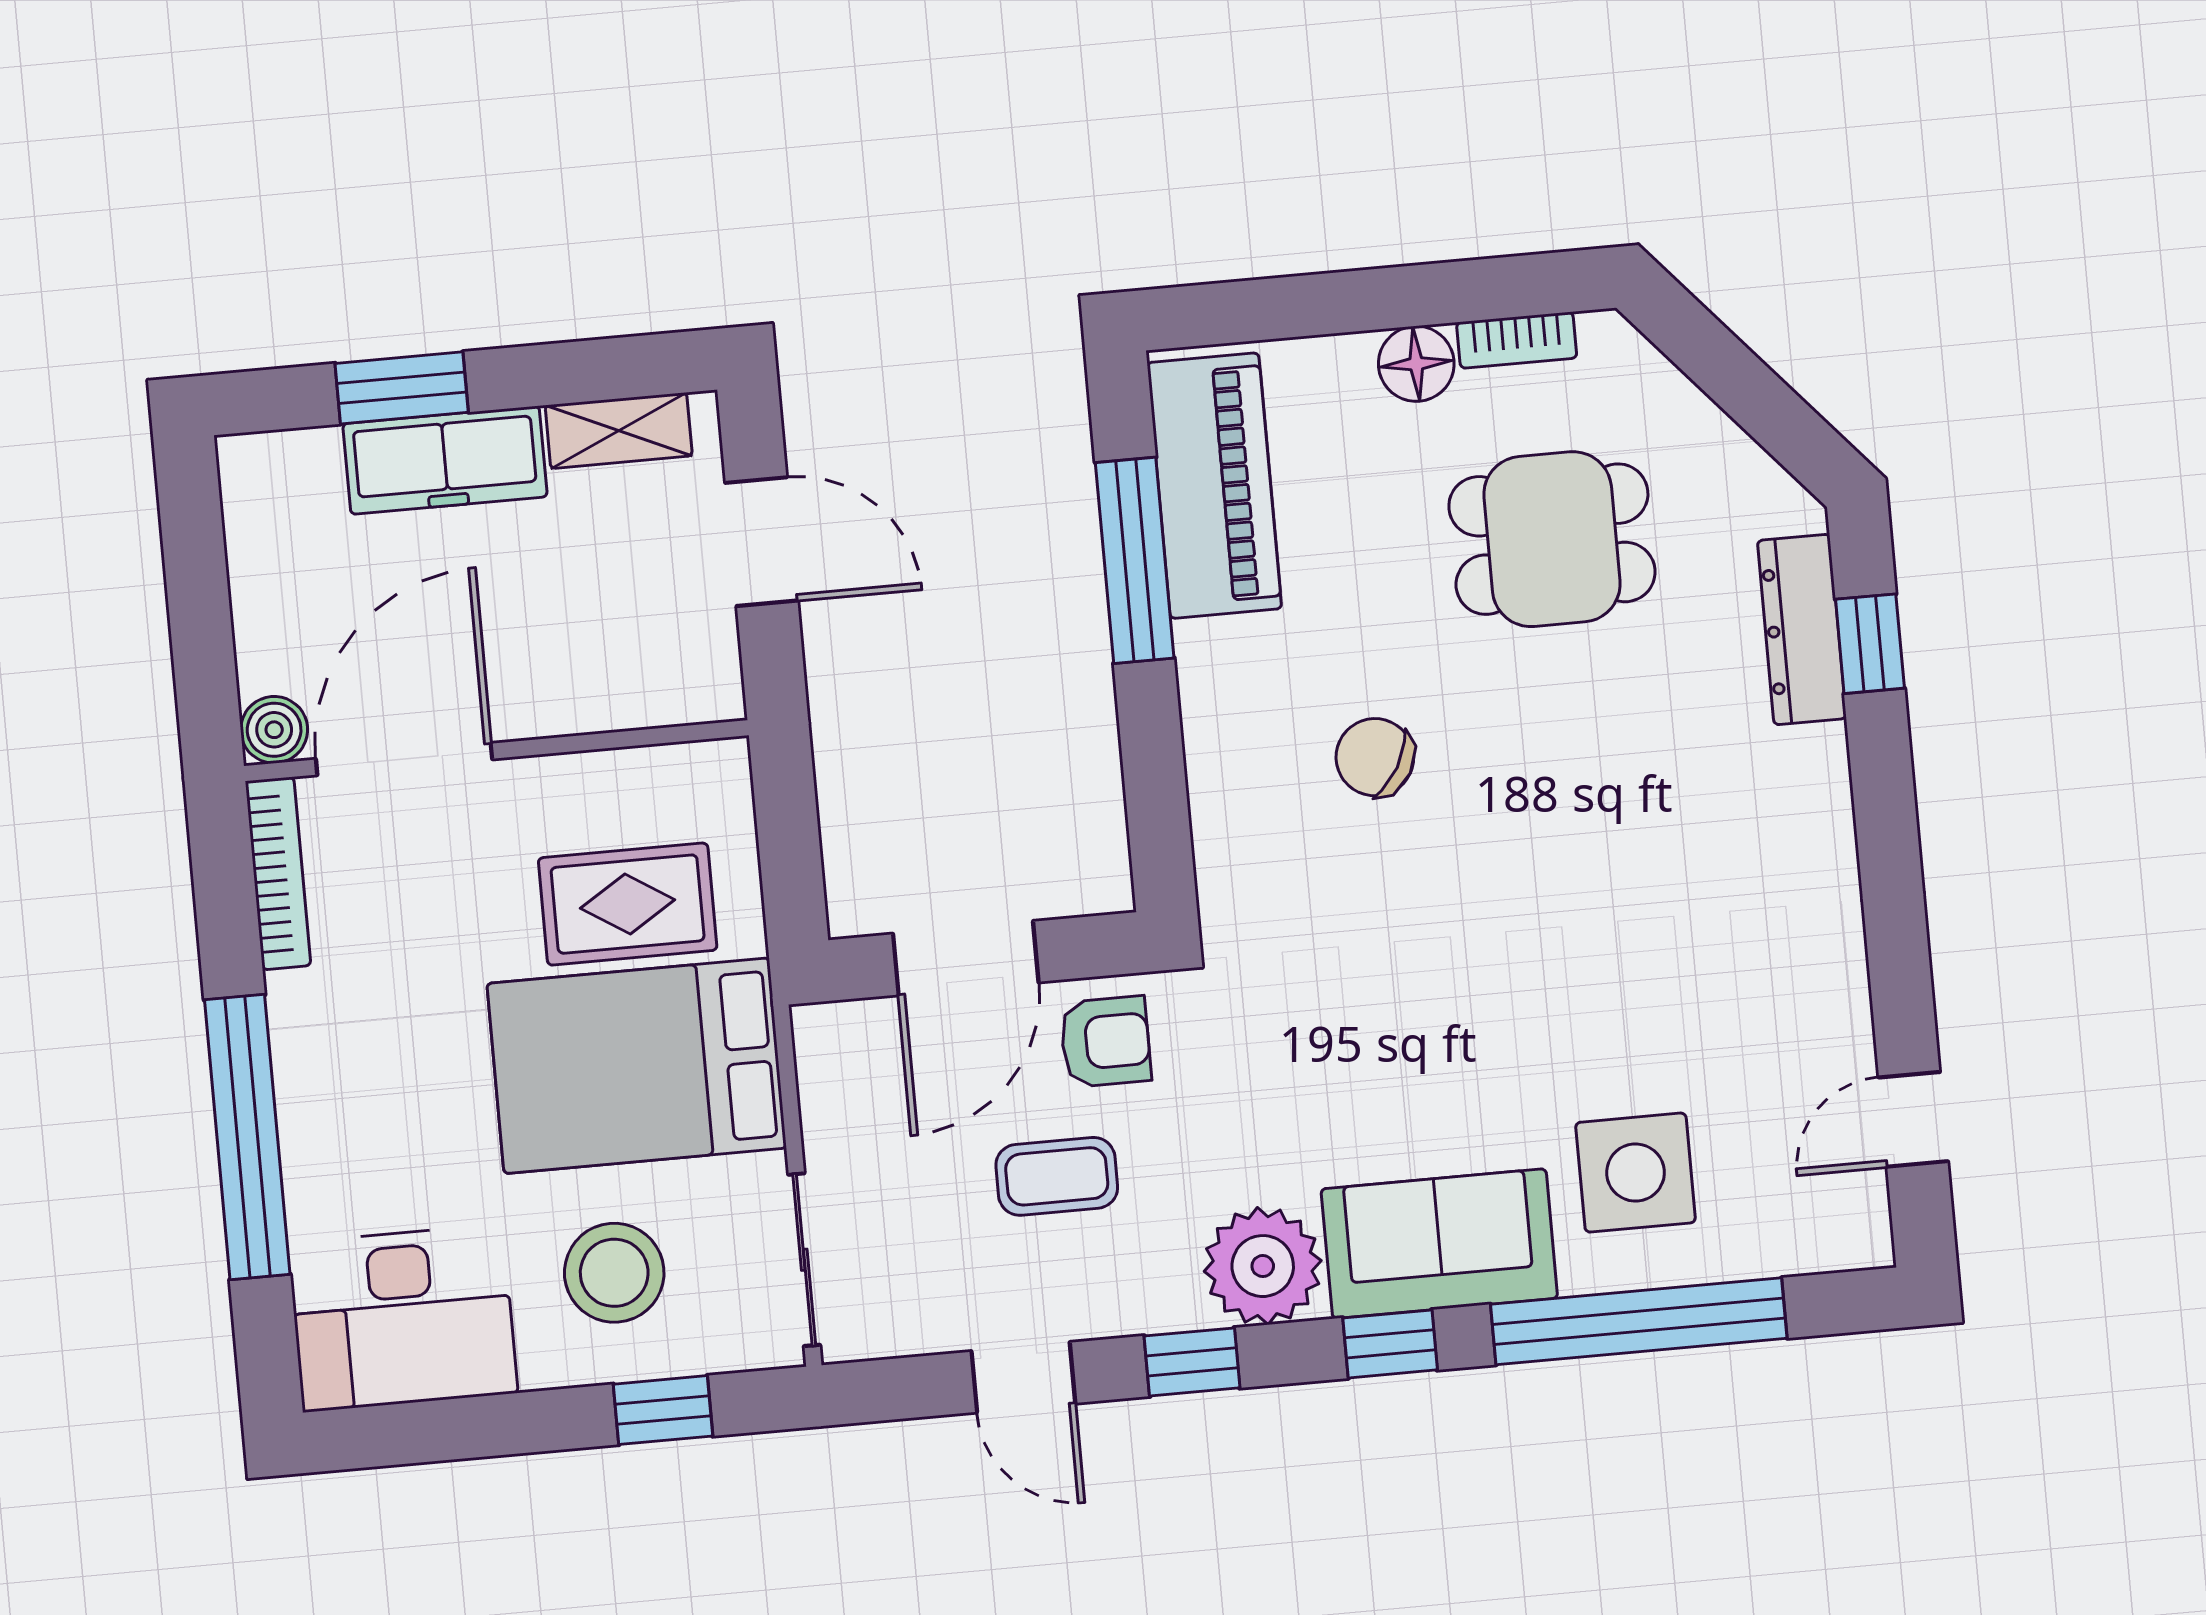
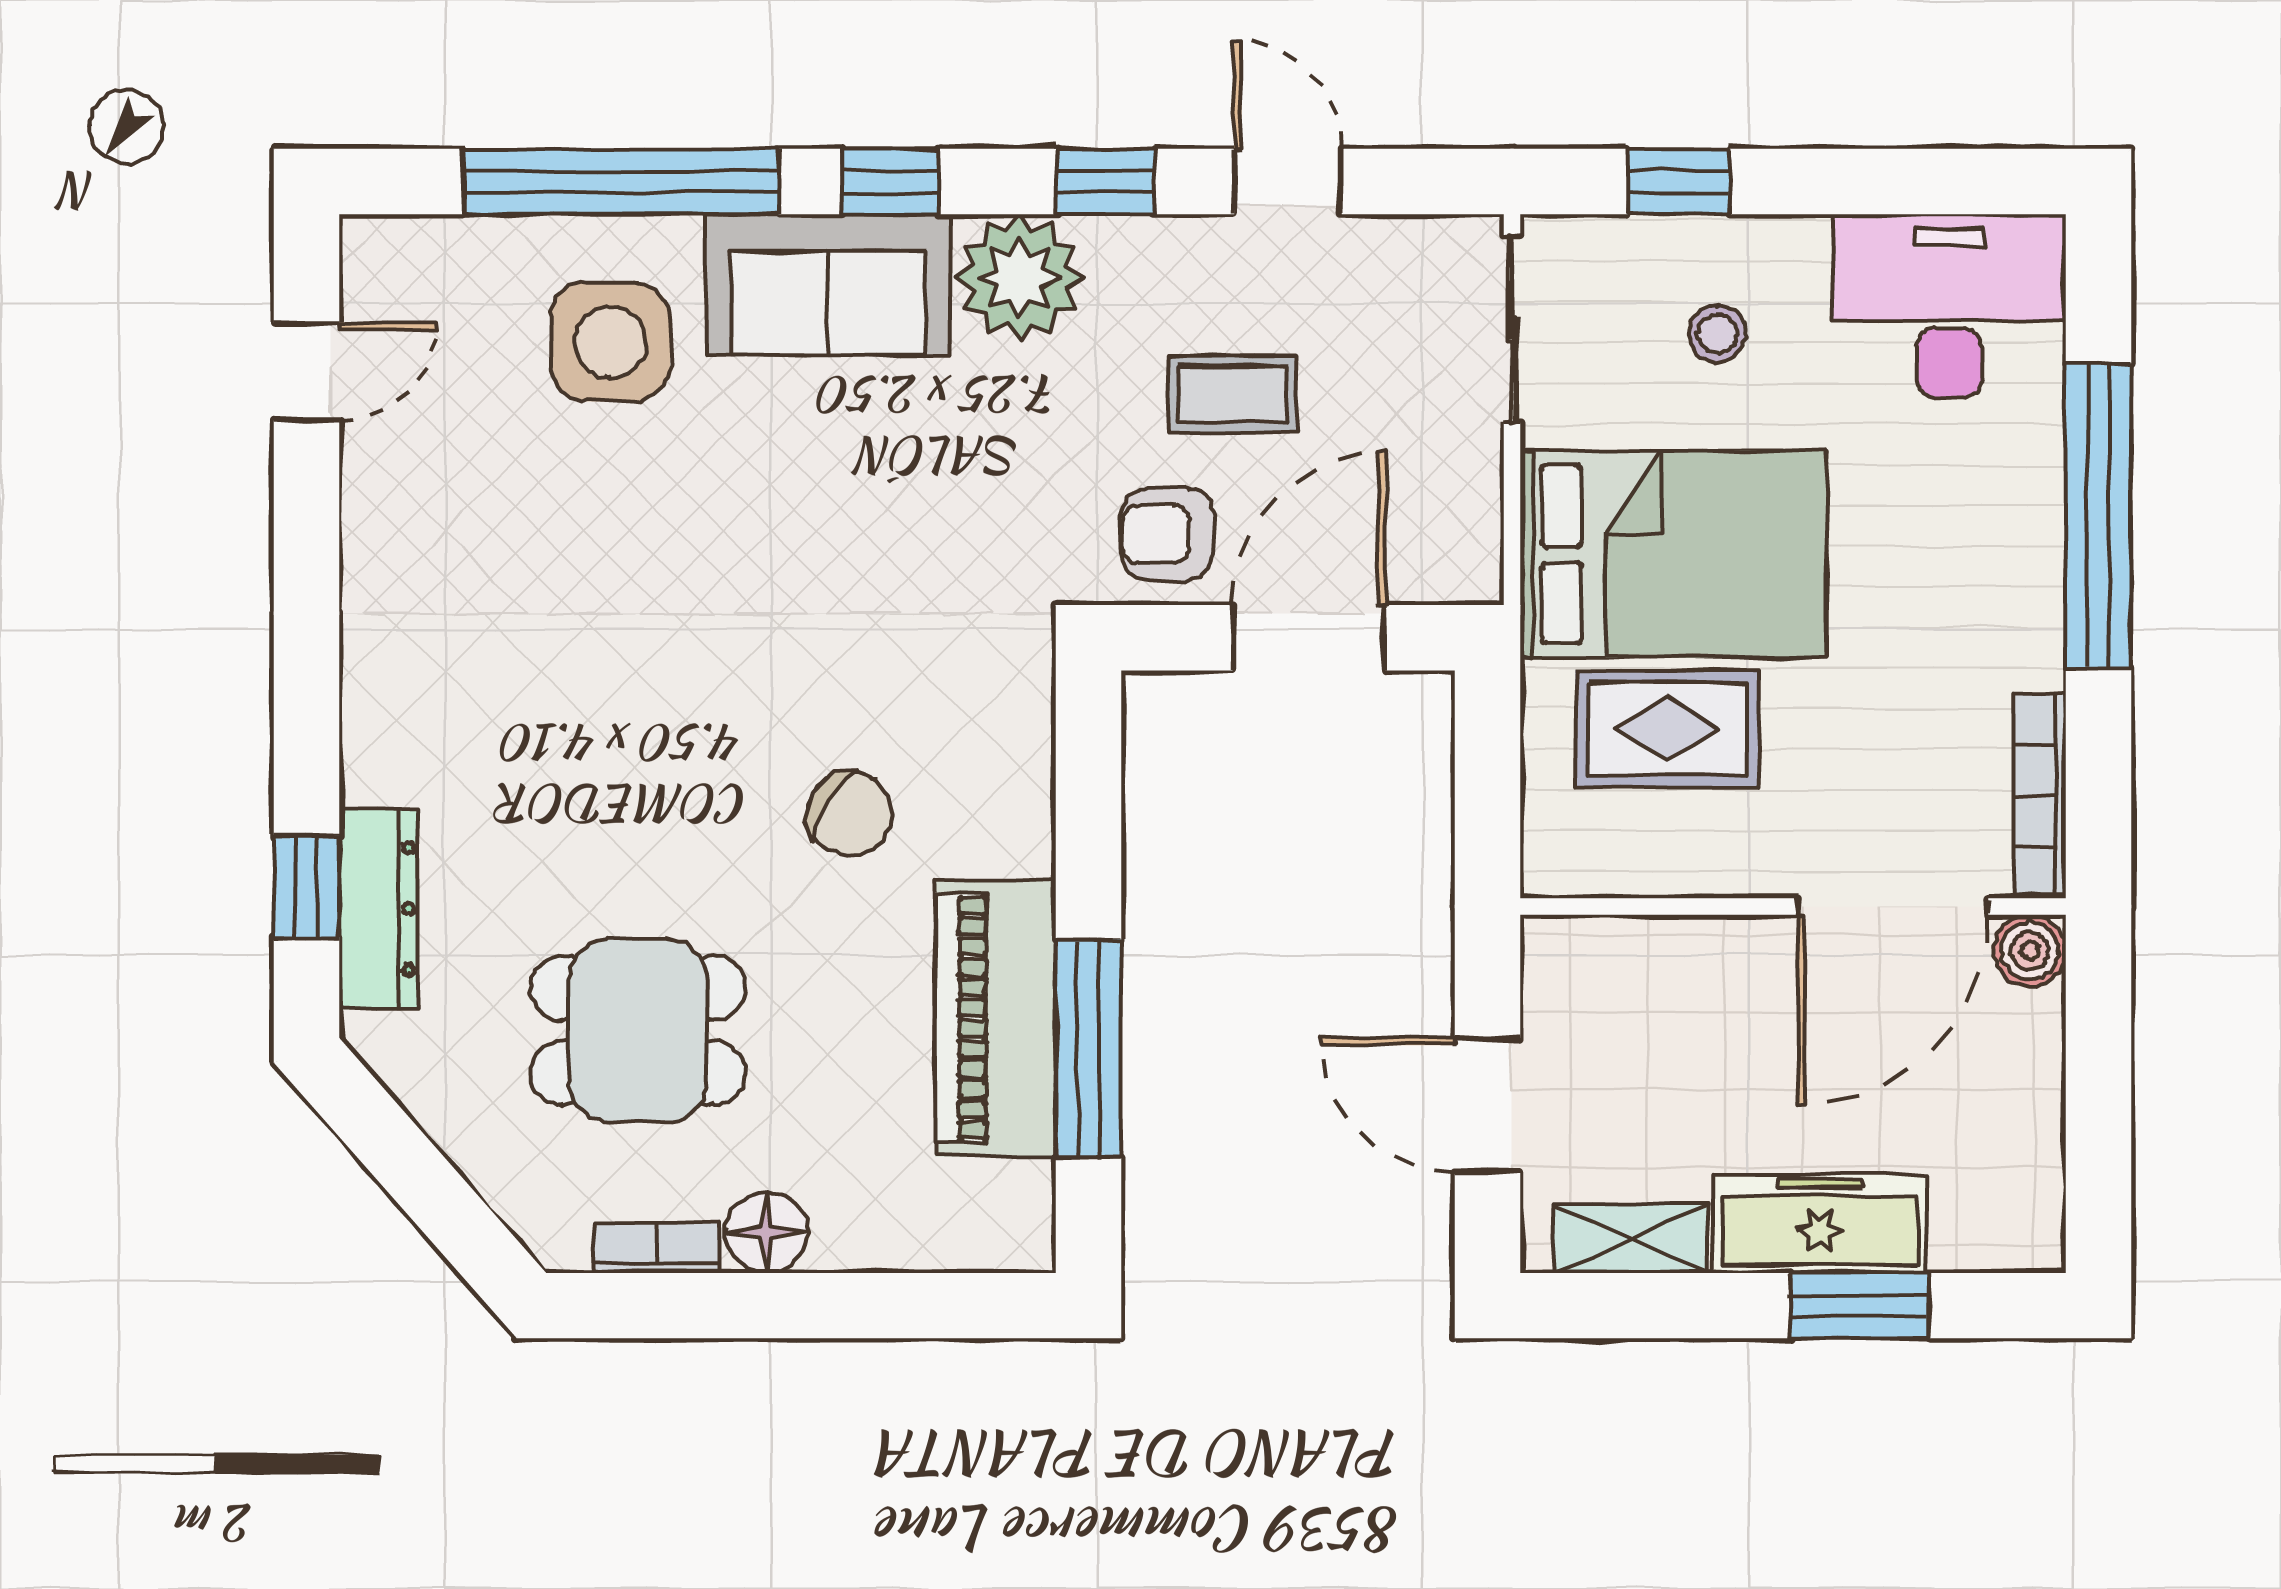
piano: (1214, 486) -> (996, 1018), moved
stool: (614, 1273) -> (1717, 334), width x0.53, depth x0.53

